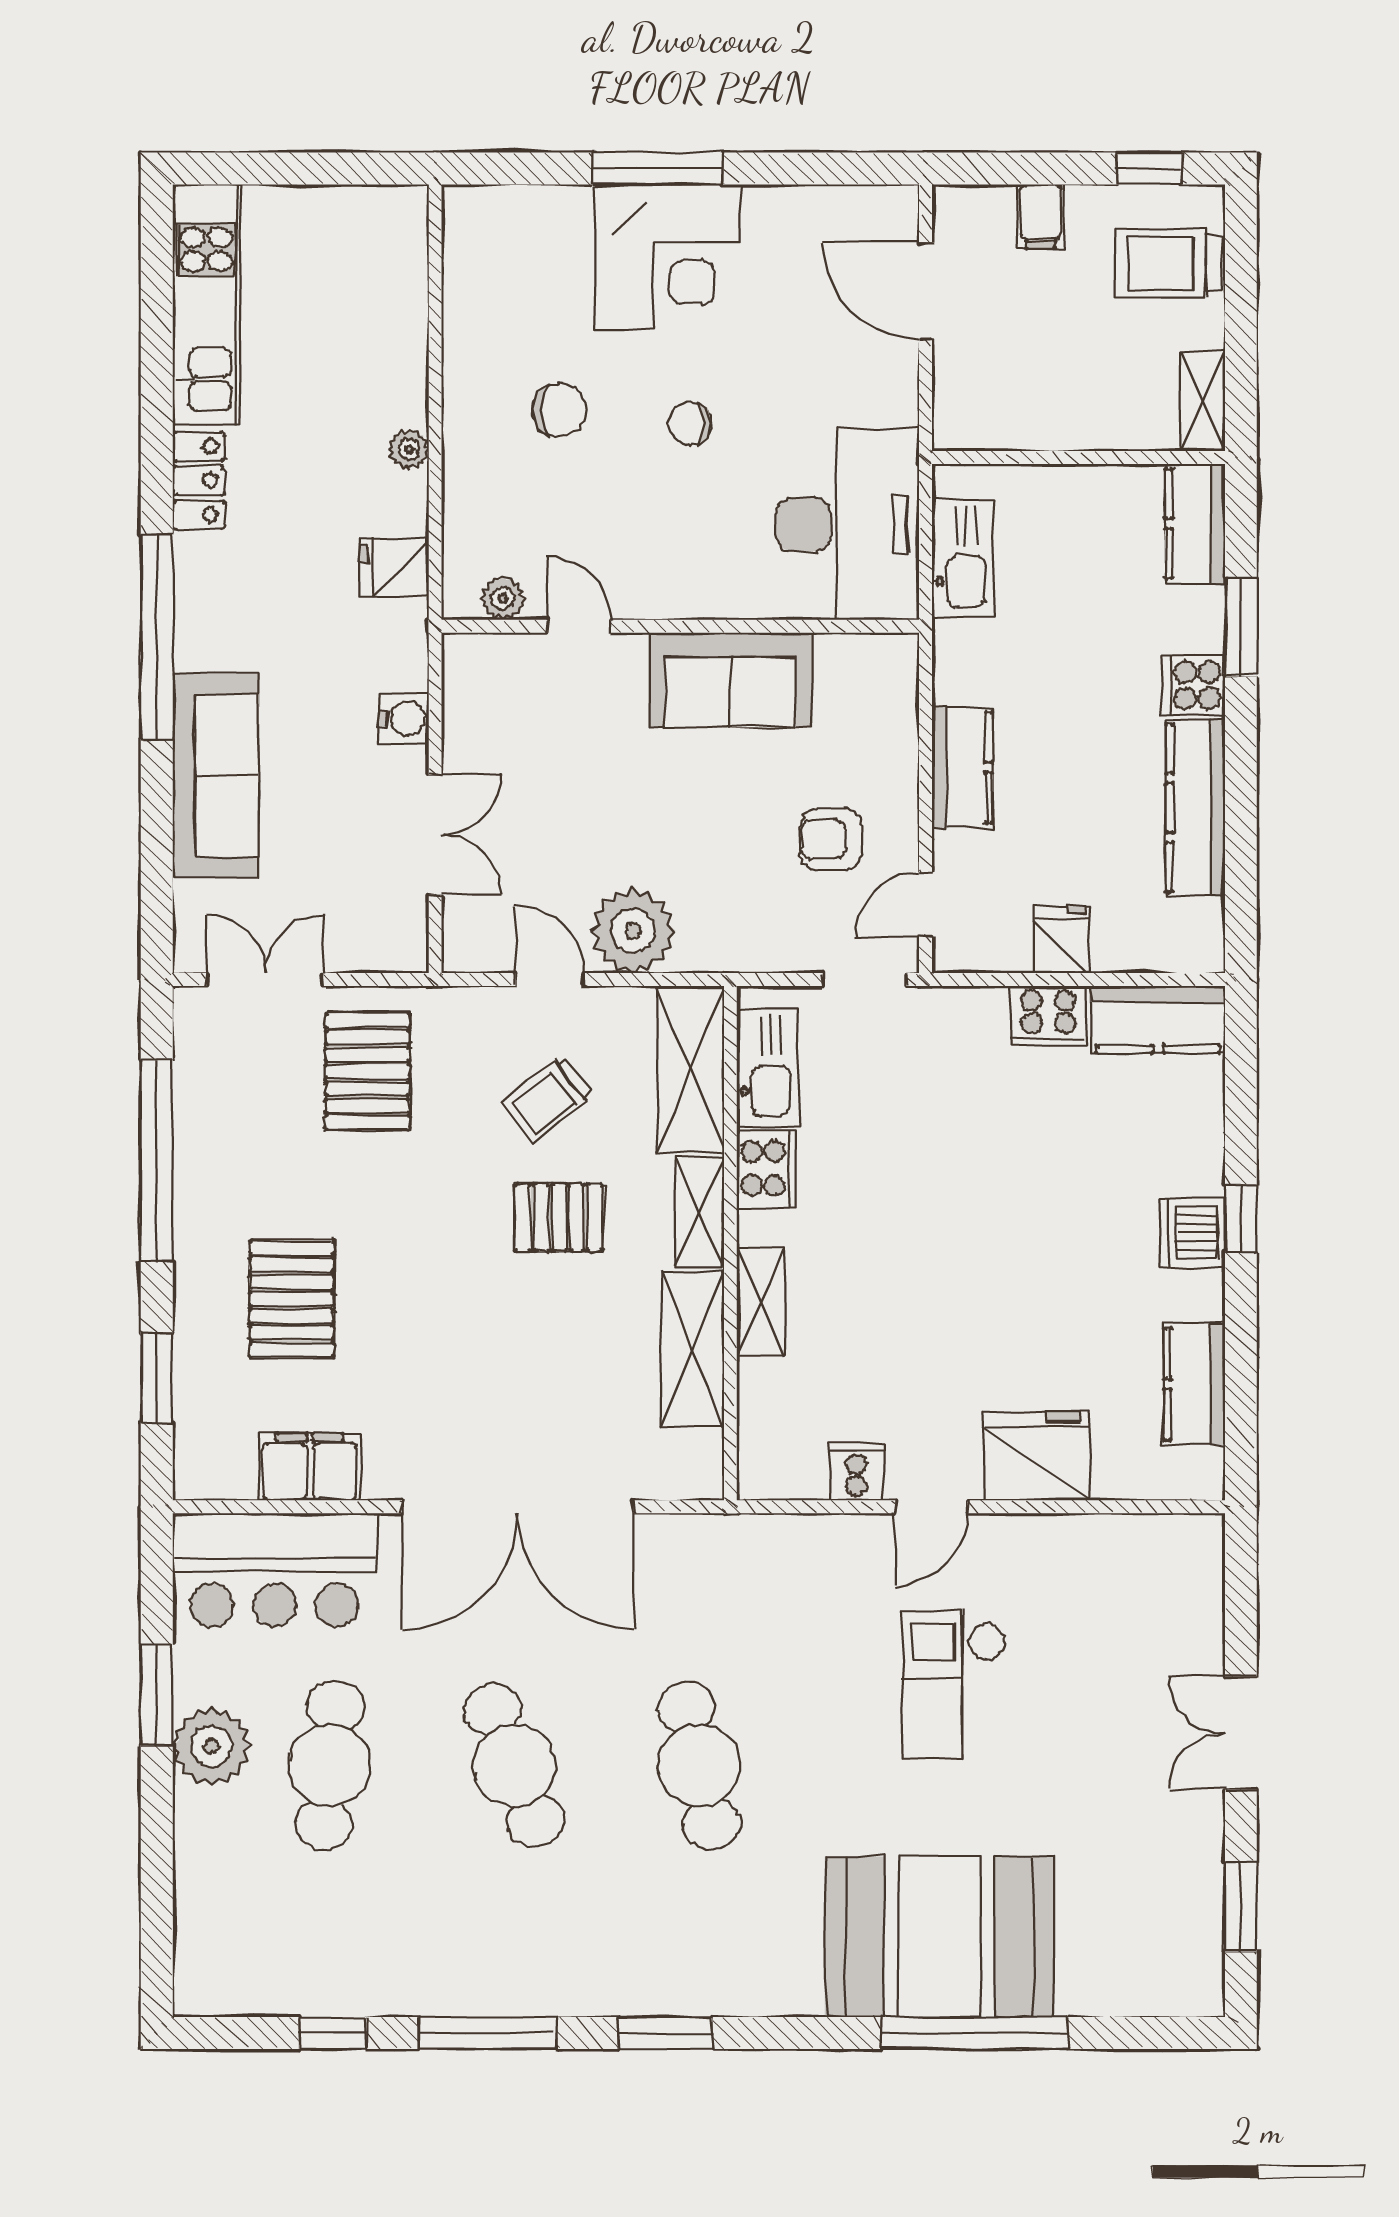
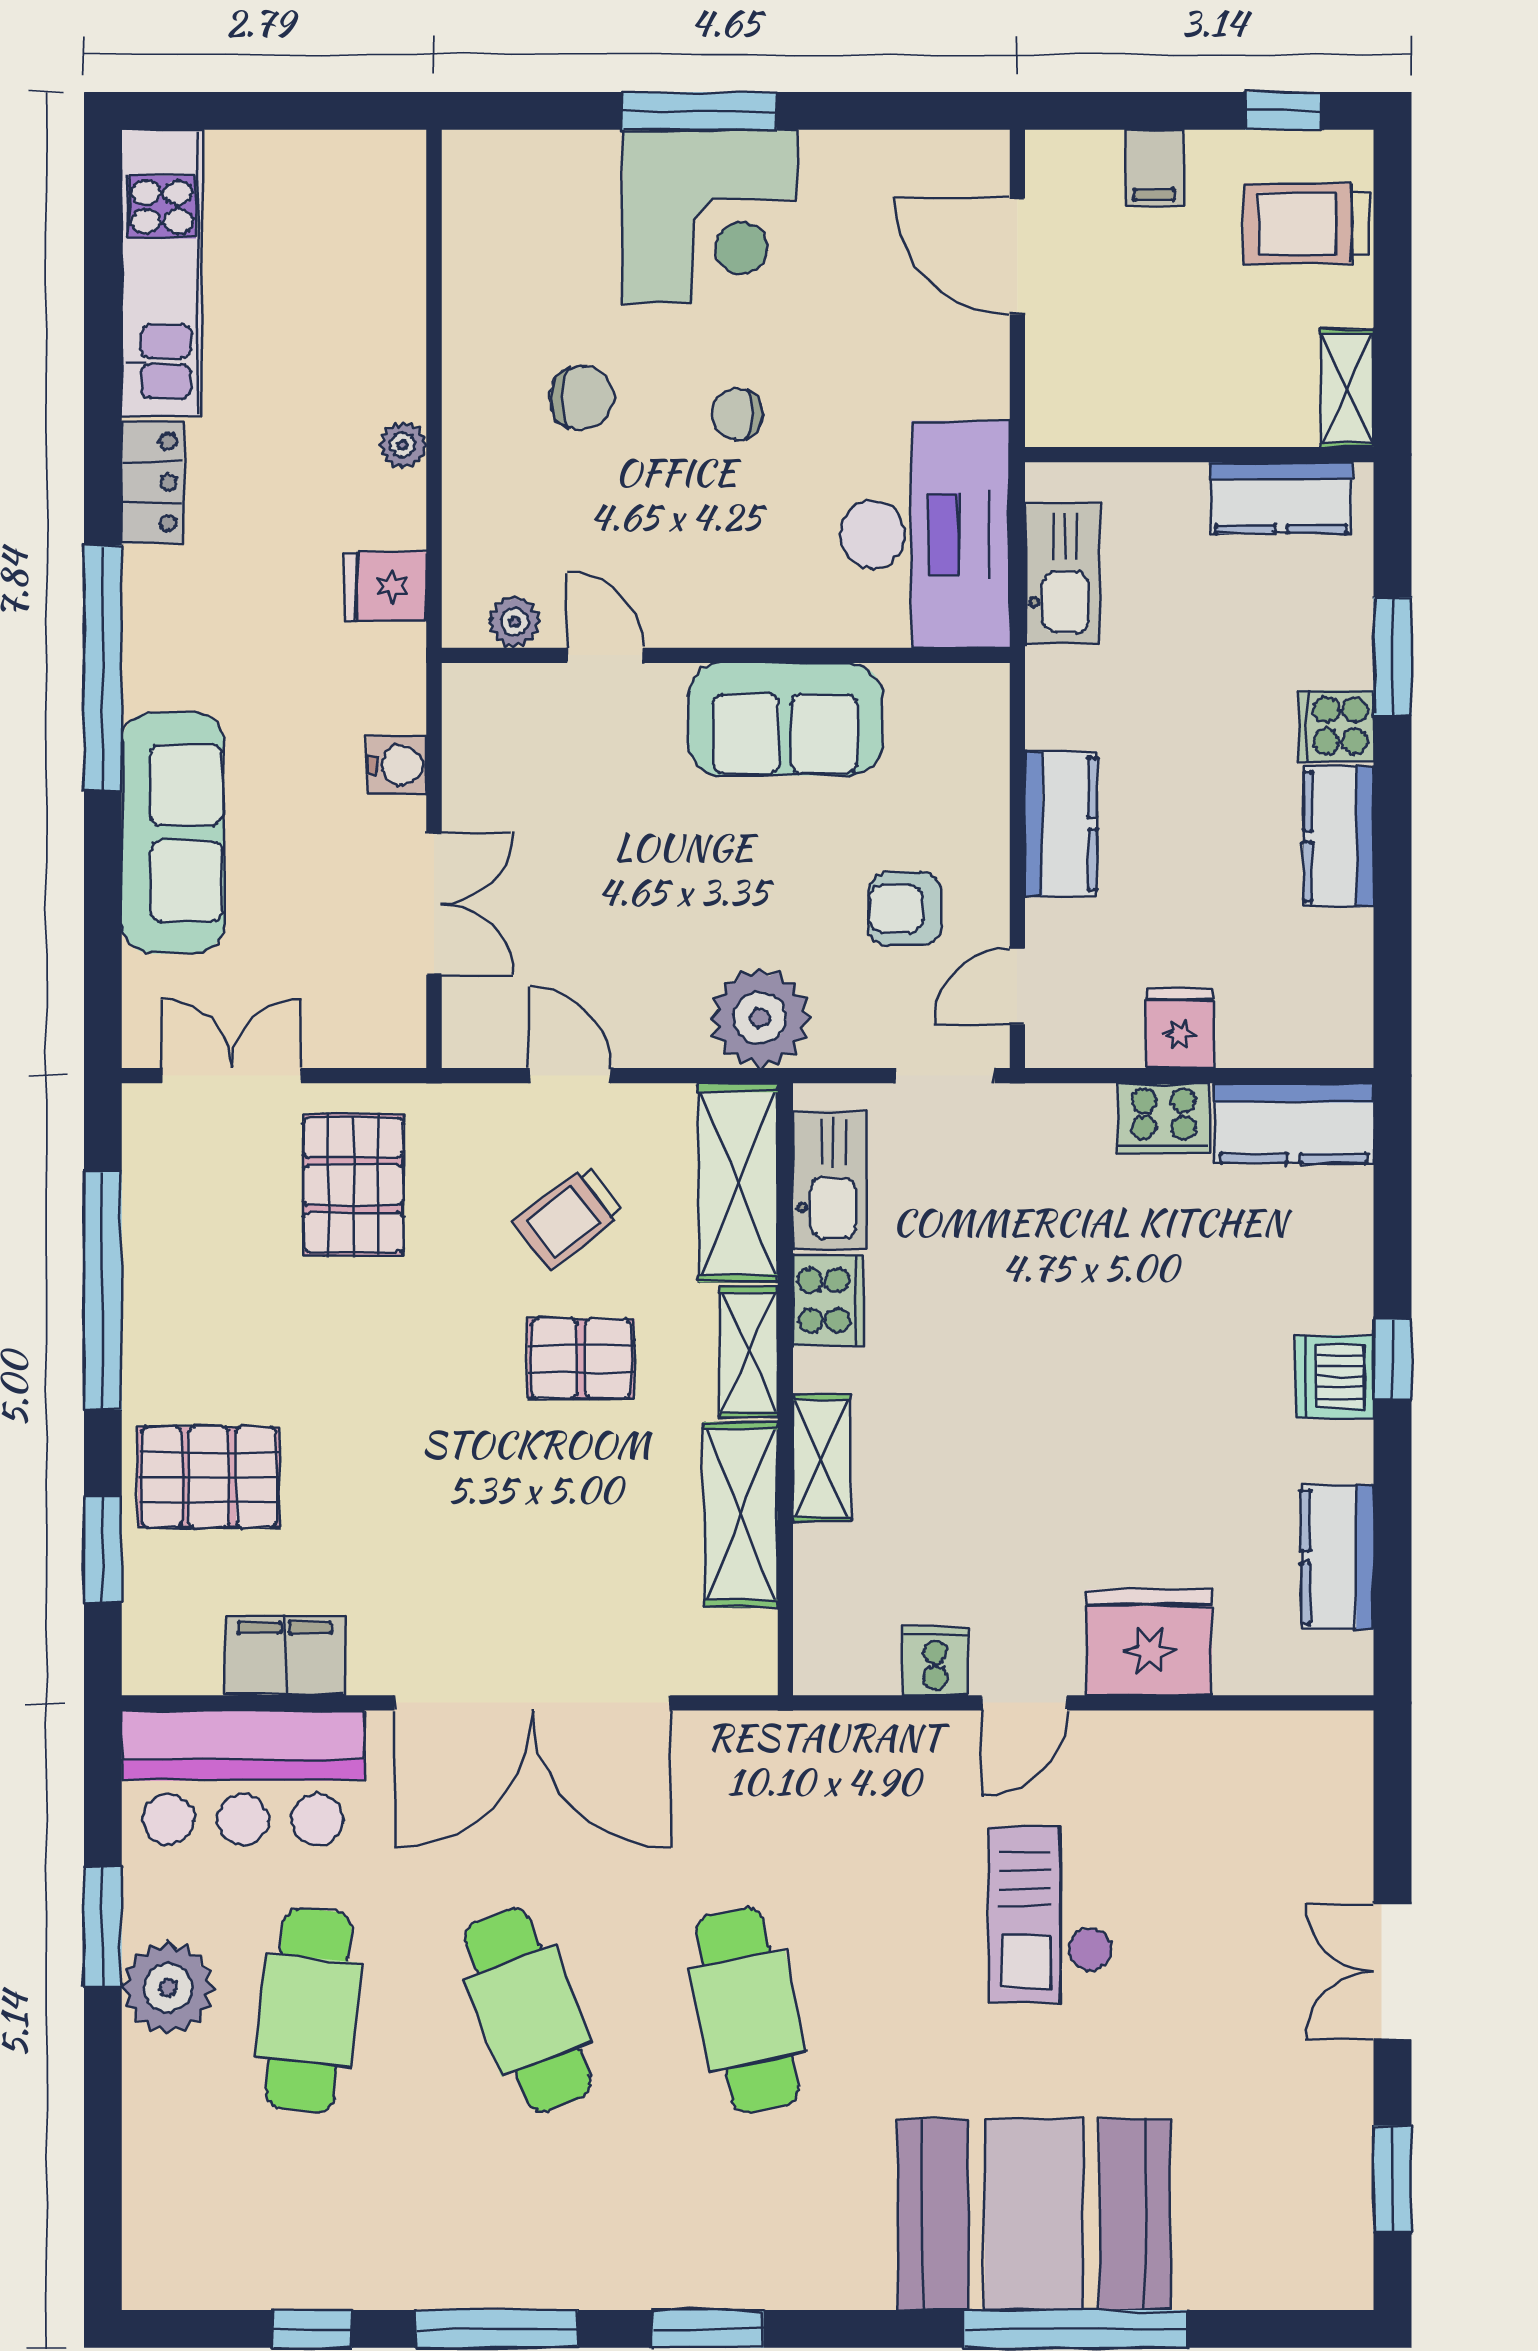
kitchen counter: (1195, 524) -> (1281, 498), moved, turned -90
kitchen counter: (1196, 808) -> (1339, 836), width x0.67
plant: (633, 931) -> (760, 1018), moved
pallet: (292, 1299) -> (209, 1477), moved, turned 90

